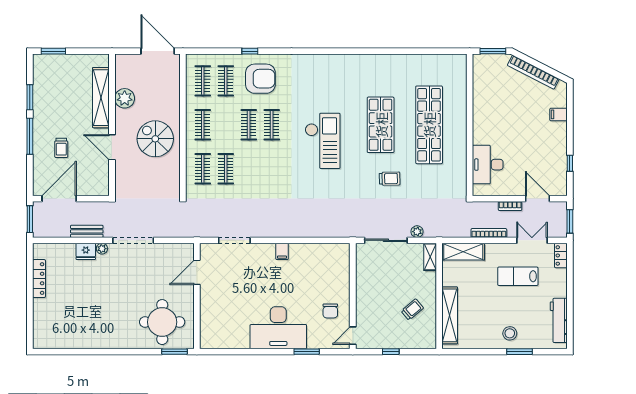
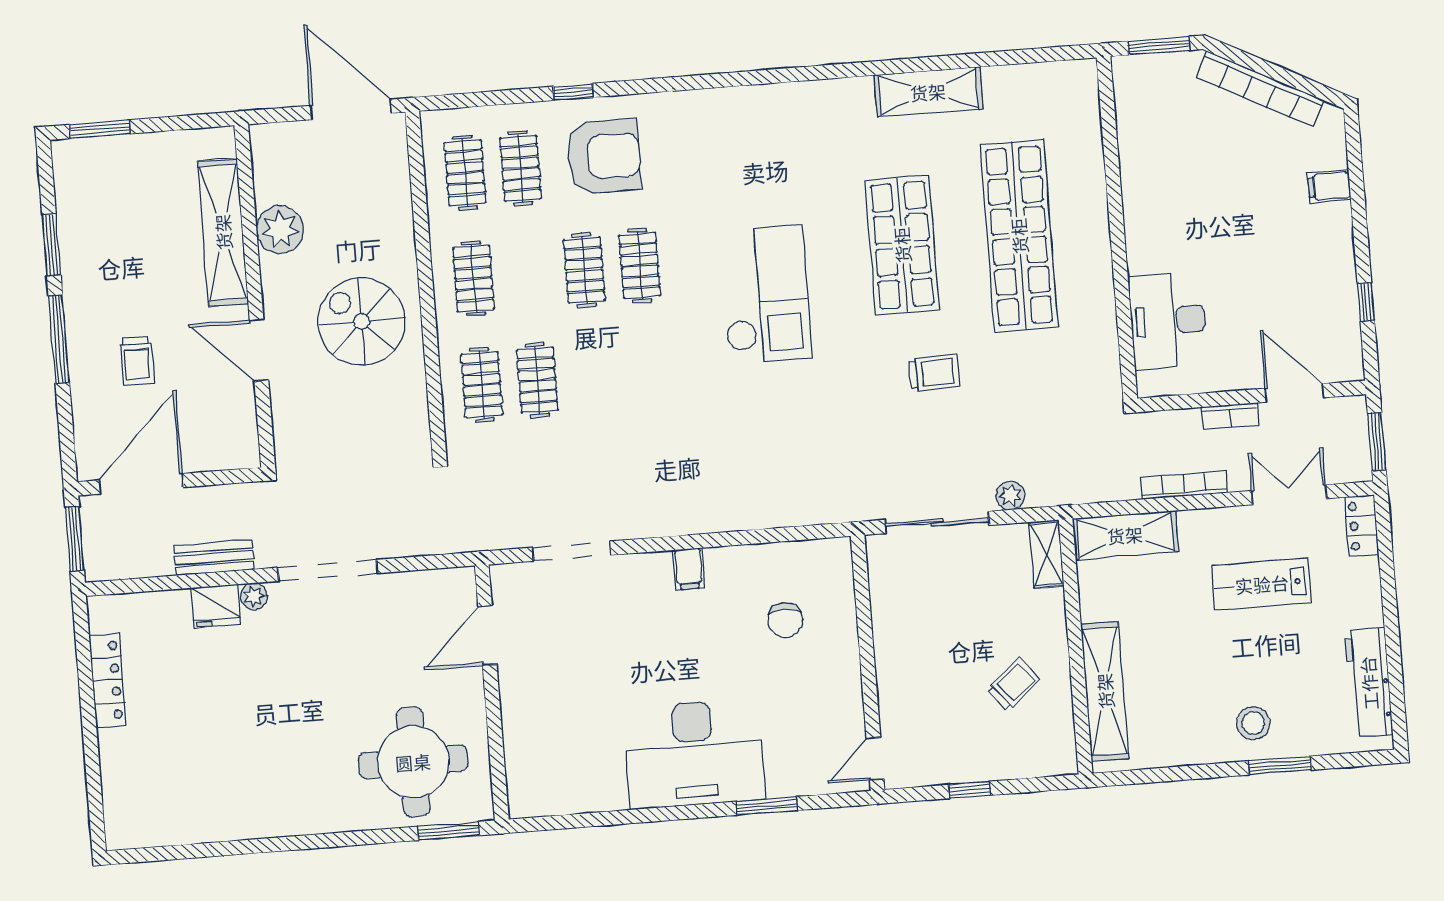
shelving: (396, 63) -> (928, 92), added
chair: (330, 311) -> (785, 620), moved

